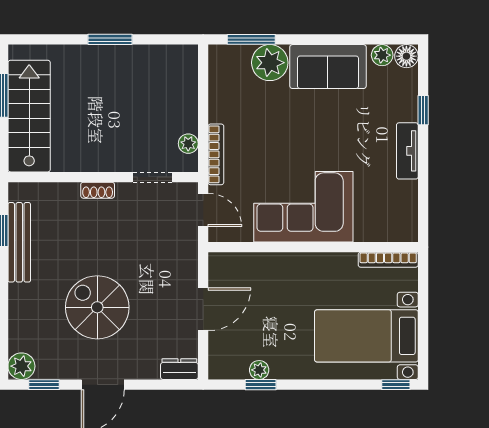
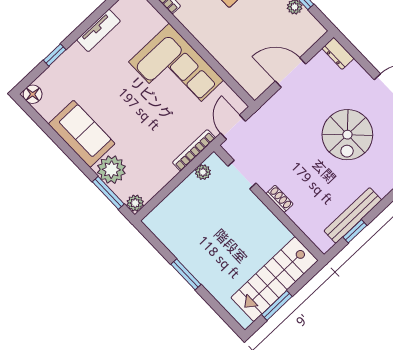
plant: (382, 55) -> (135, 203), moved
tv unit: (407, 151) -> (99, 30), moved

